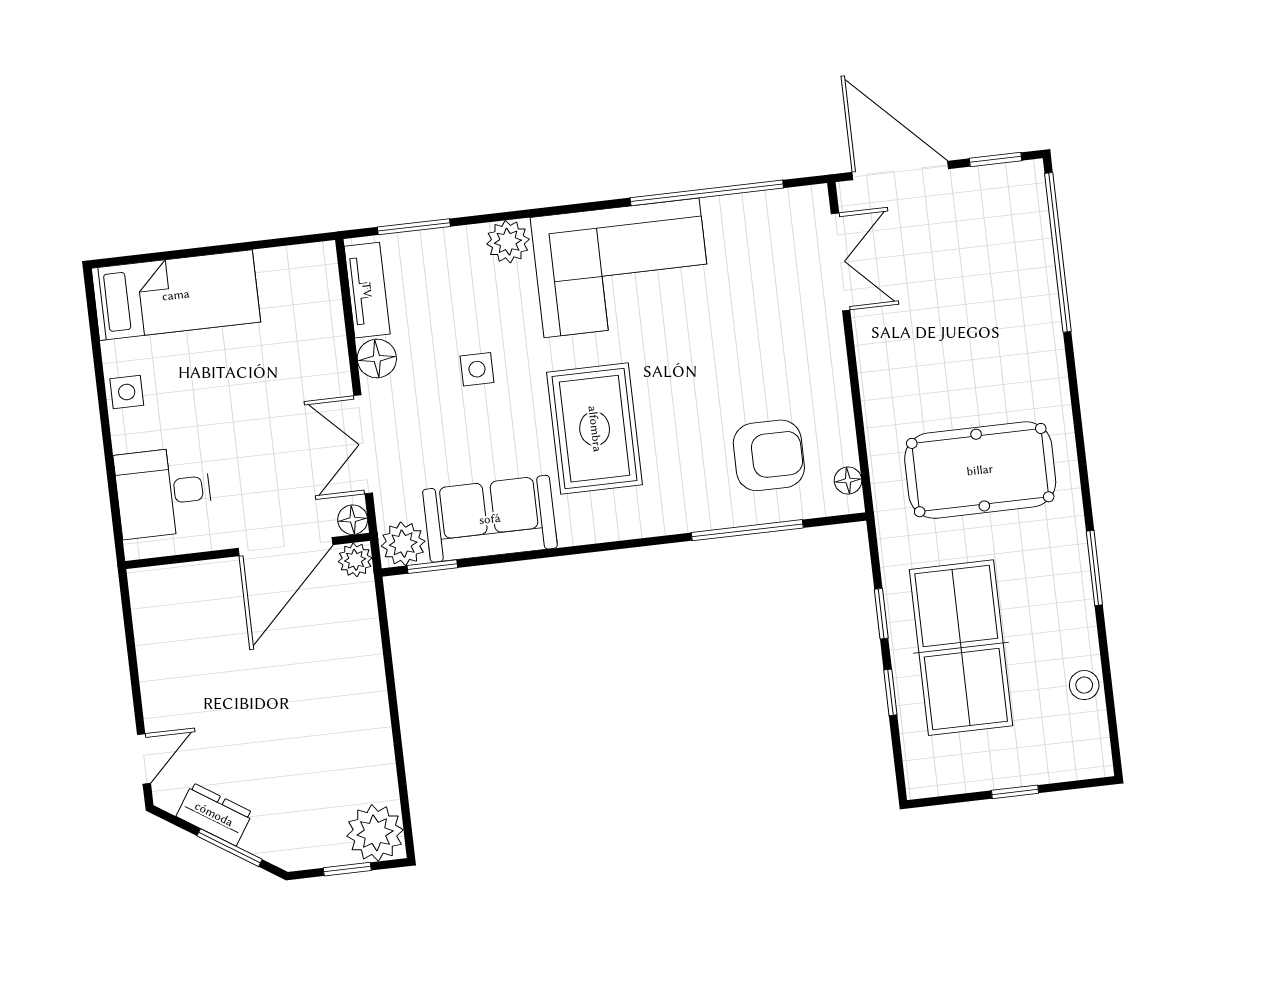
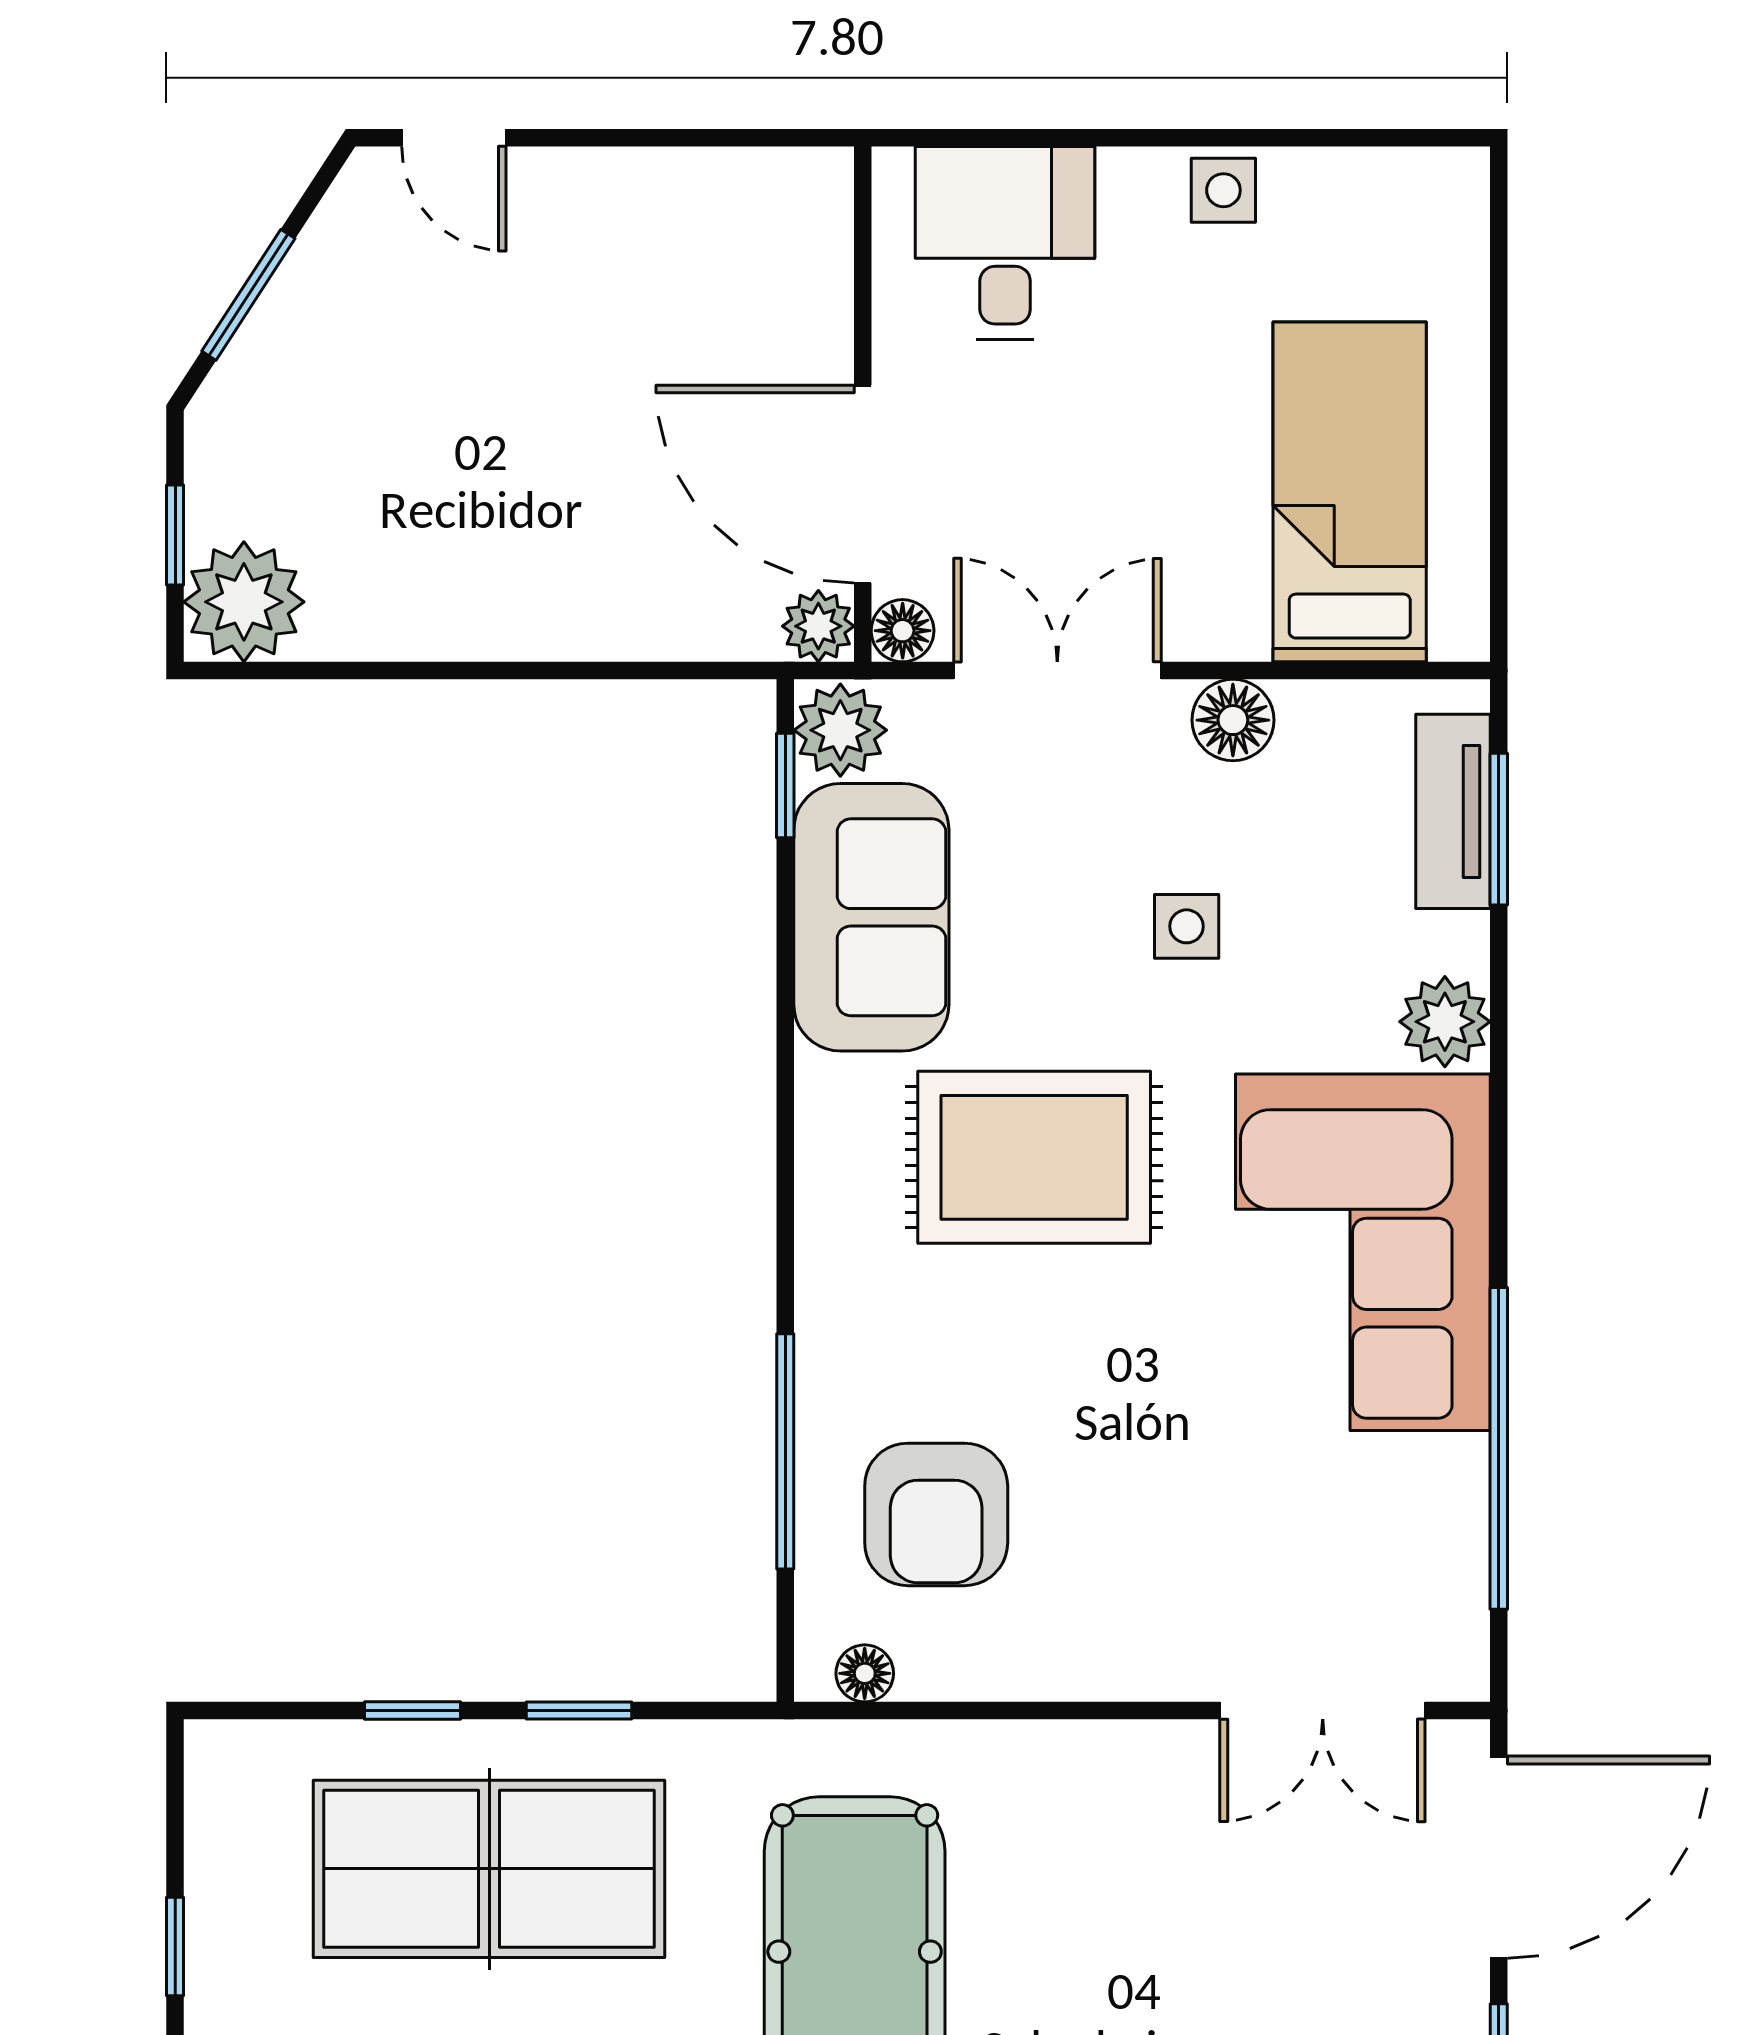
tv unit: (367, 290) -> (1453, 811), moved, turned 90
bed: (176, 295) -> (1350, 492), moved, turned 180
dresser: (214, 814) -> (321, 271), removed

